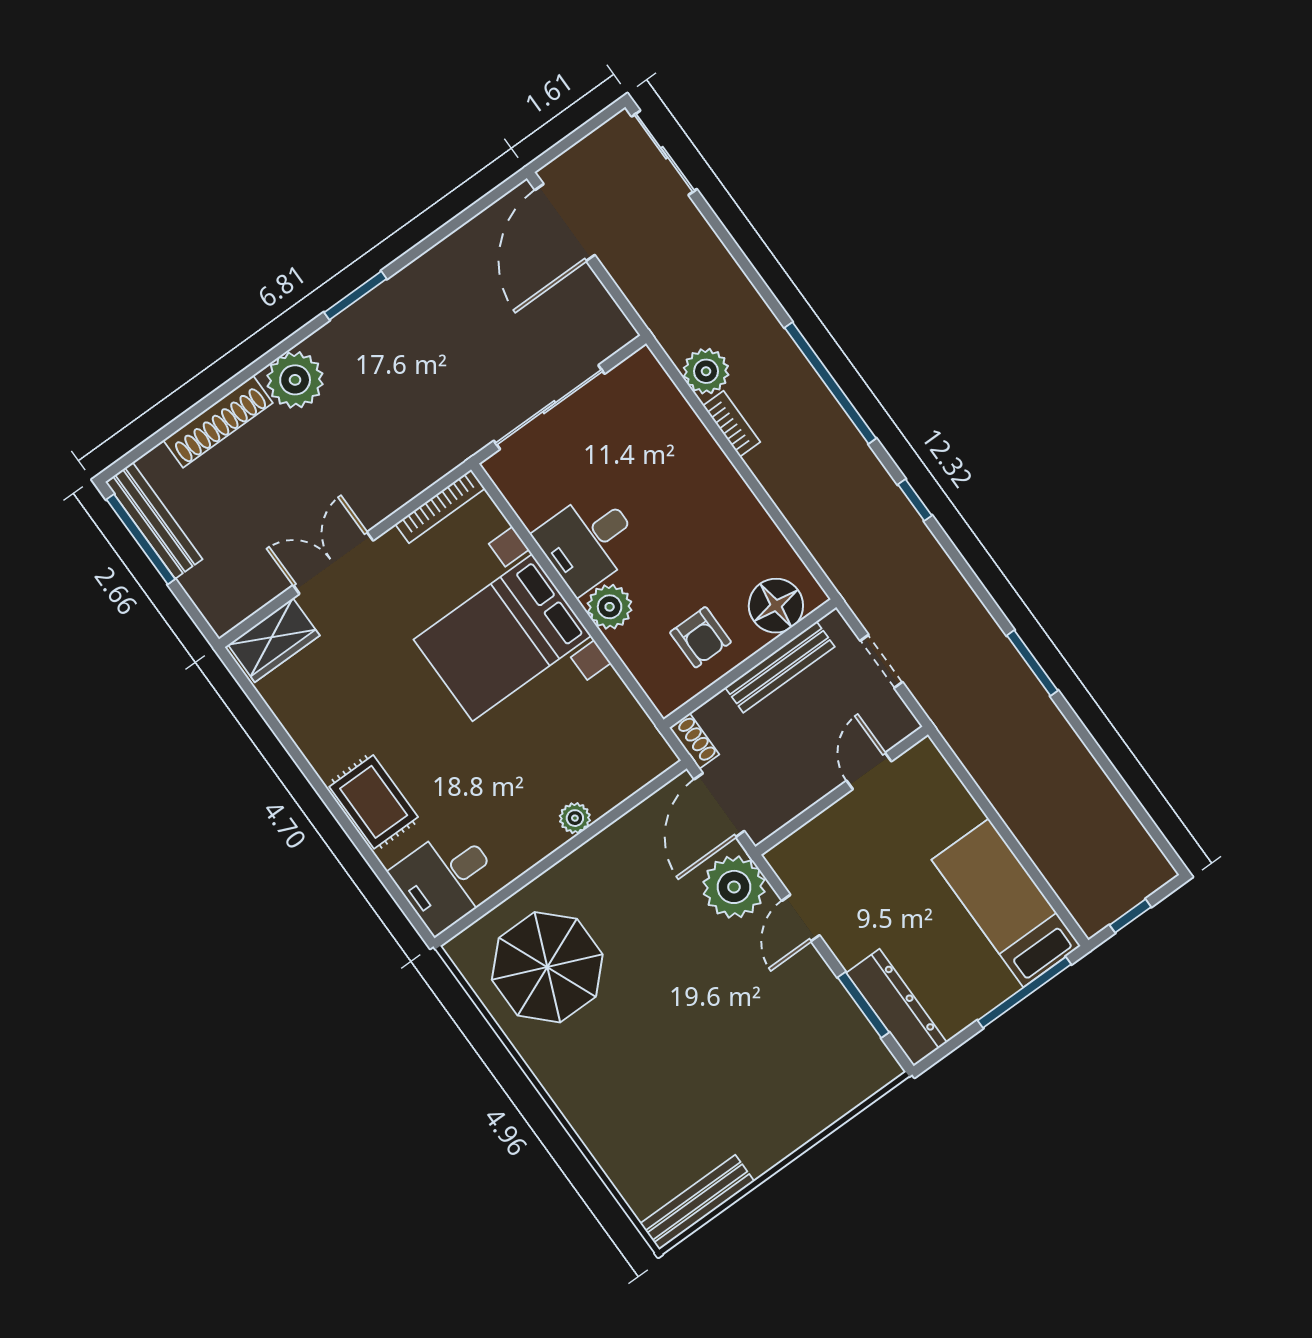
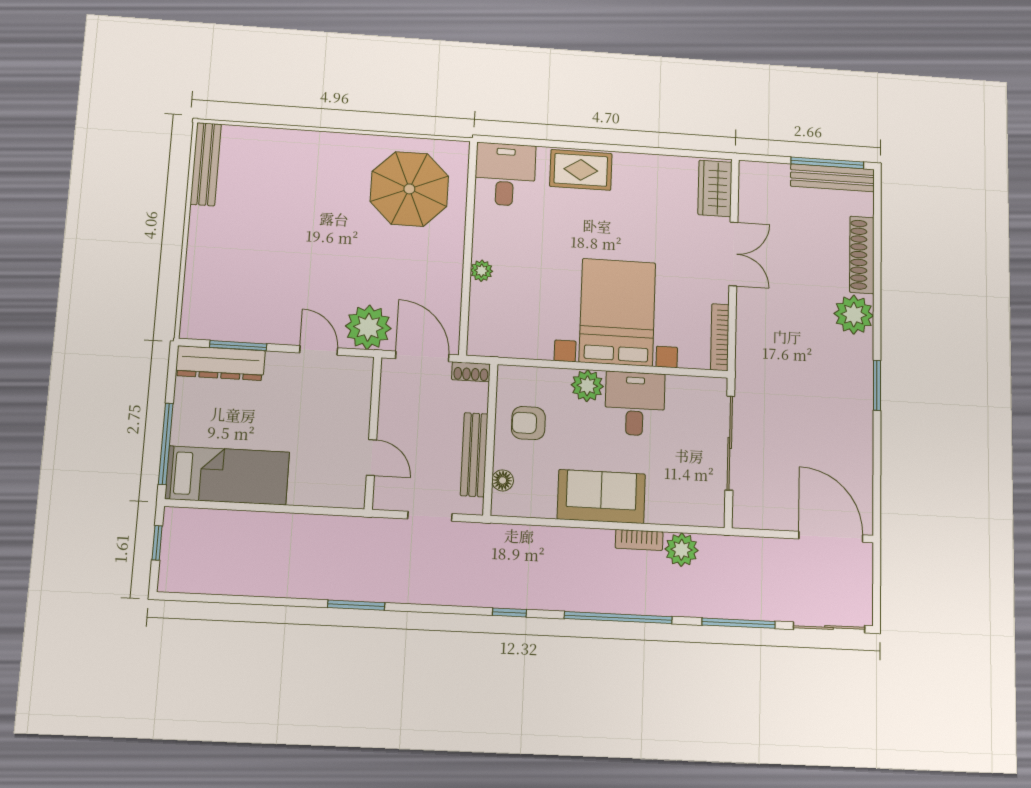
window: (736, 252) -> (739, 623), added
sofa: (717, 499) -> (601, 496), added
floor lamp: (776, 606) -> (503, 480), width x0.53, depth x0.53

